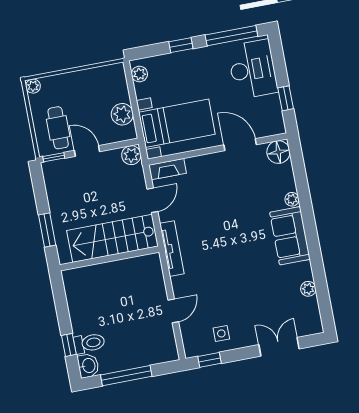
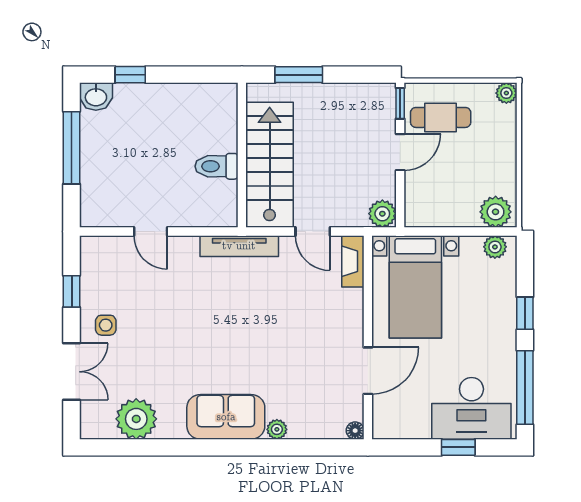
window: (286, 98) -> (458, 447), moved
plant: (122, 114) -> (496, 212), moved
floor lamp: (278, 152) -> (355, 431), width x0.53, depth x0.53
plant: (308, 289) -> (136, 419), width x1.87, depth x1.87
side table: (221, 333) -> (106, 325), moved
toilet: (89, 343) -> (216, 166), moved, turned 90
window: (210, 360) -> (72, 291), moved

